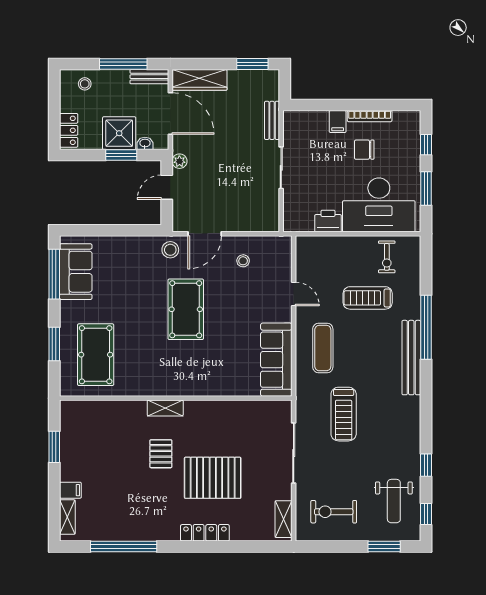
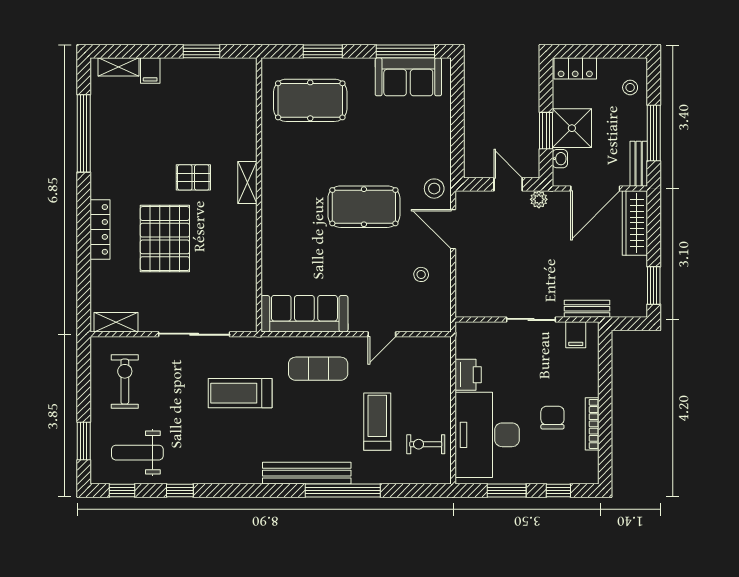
filing cabinet: (338, 121) -> (576, 335), moved, turned -90

